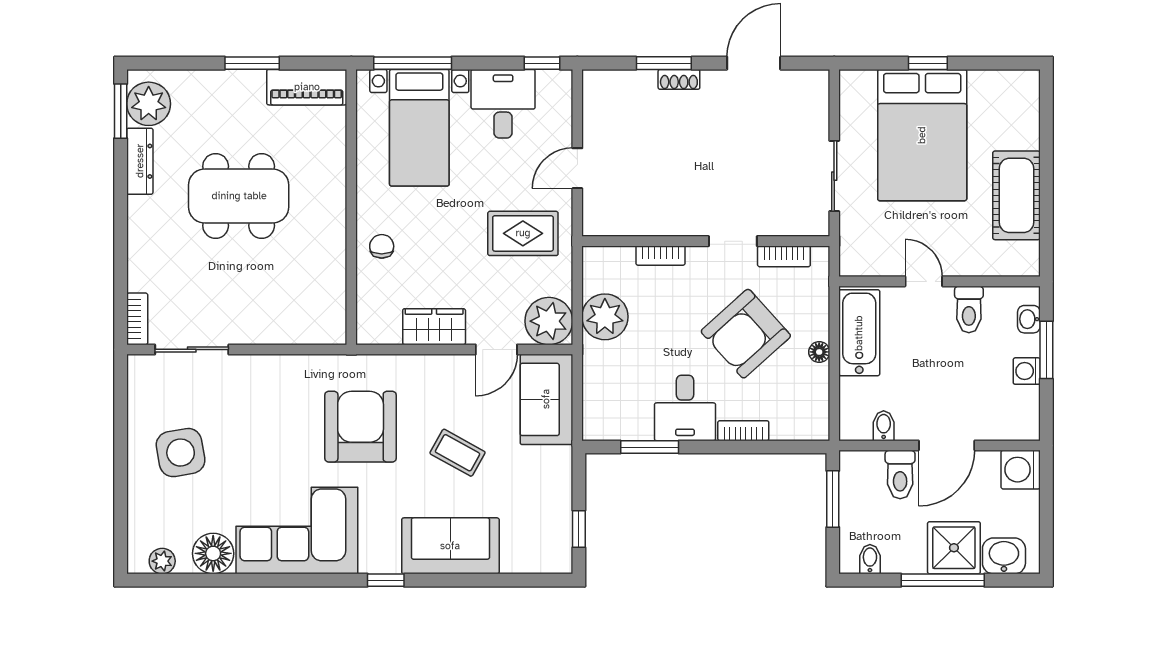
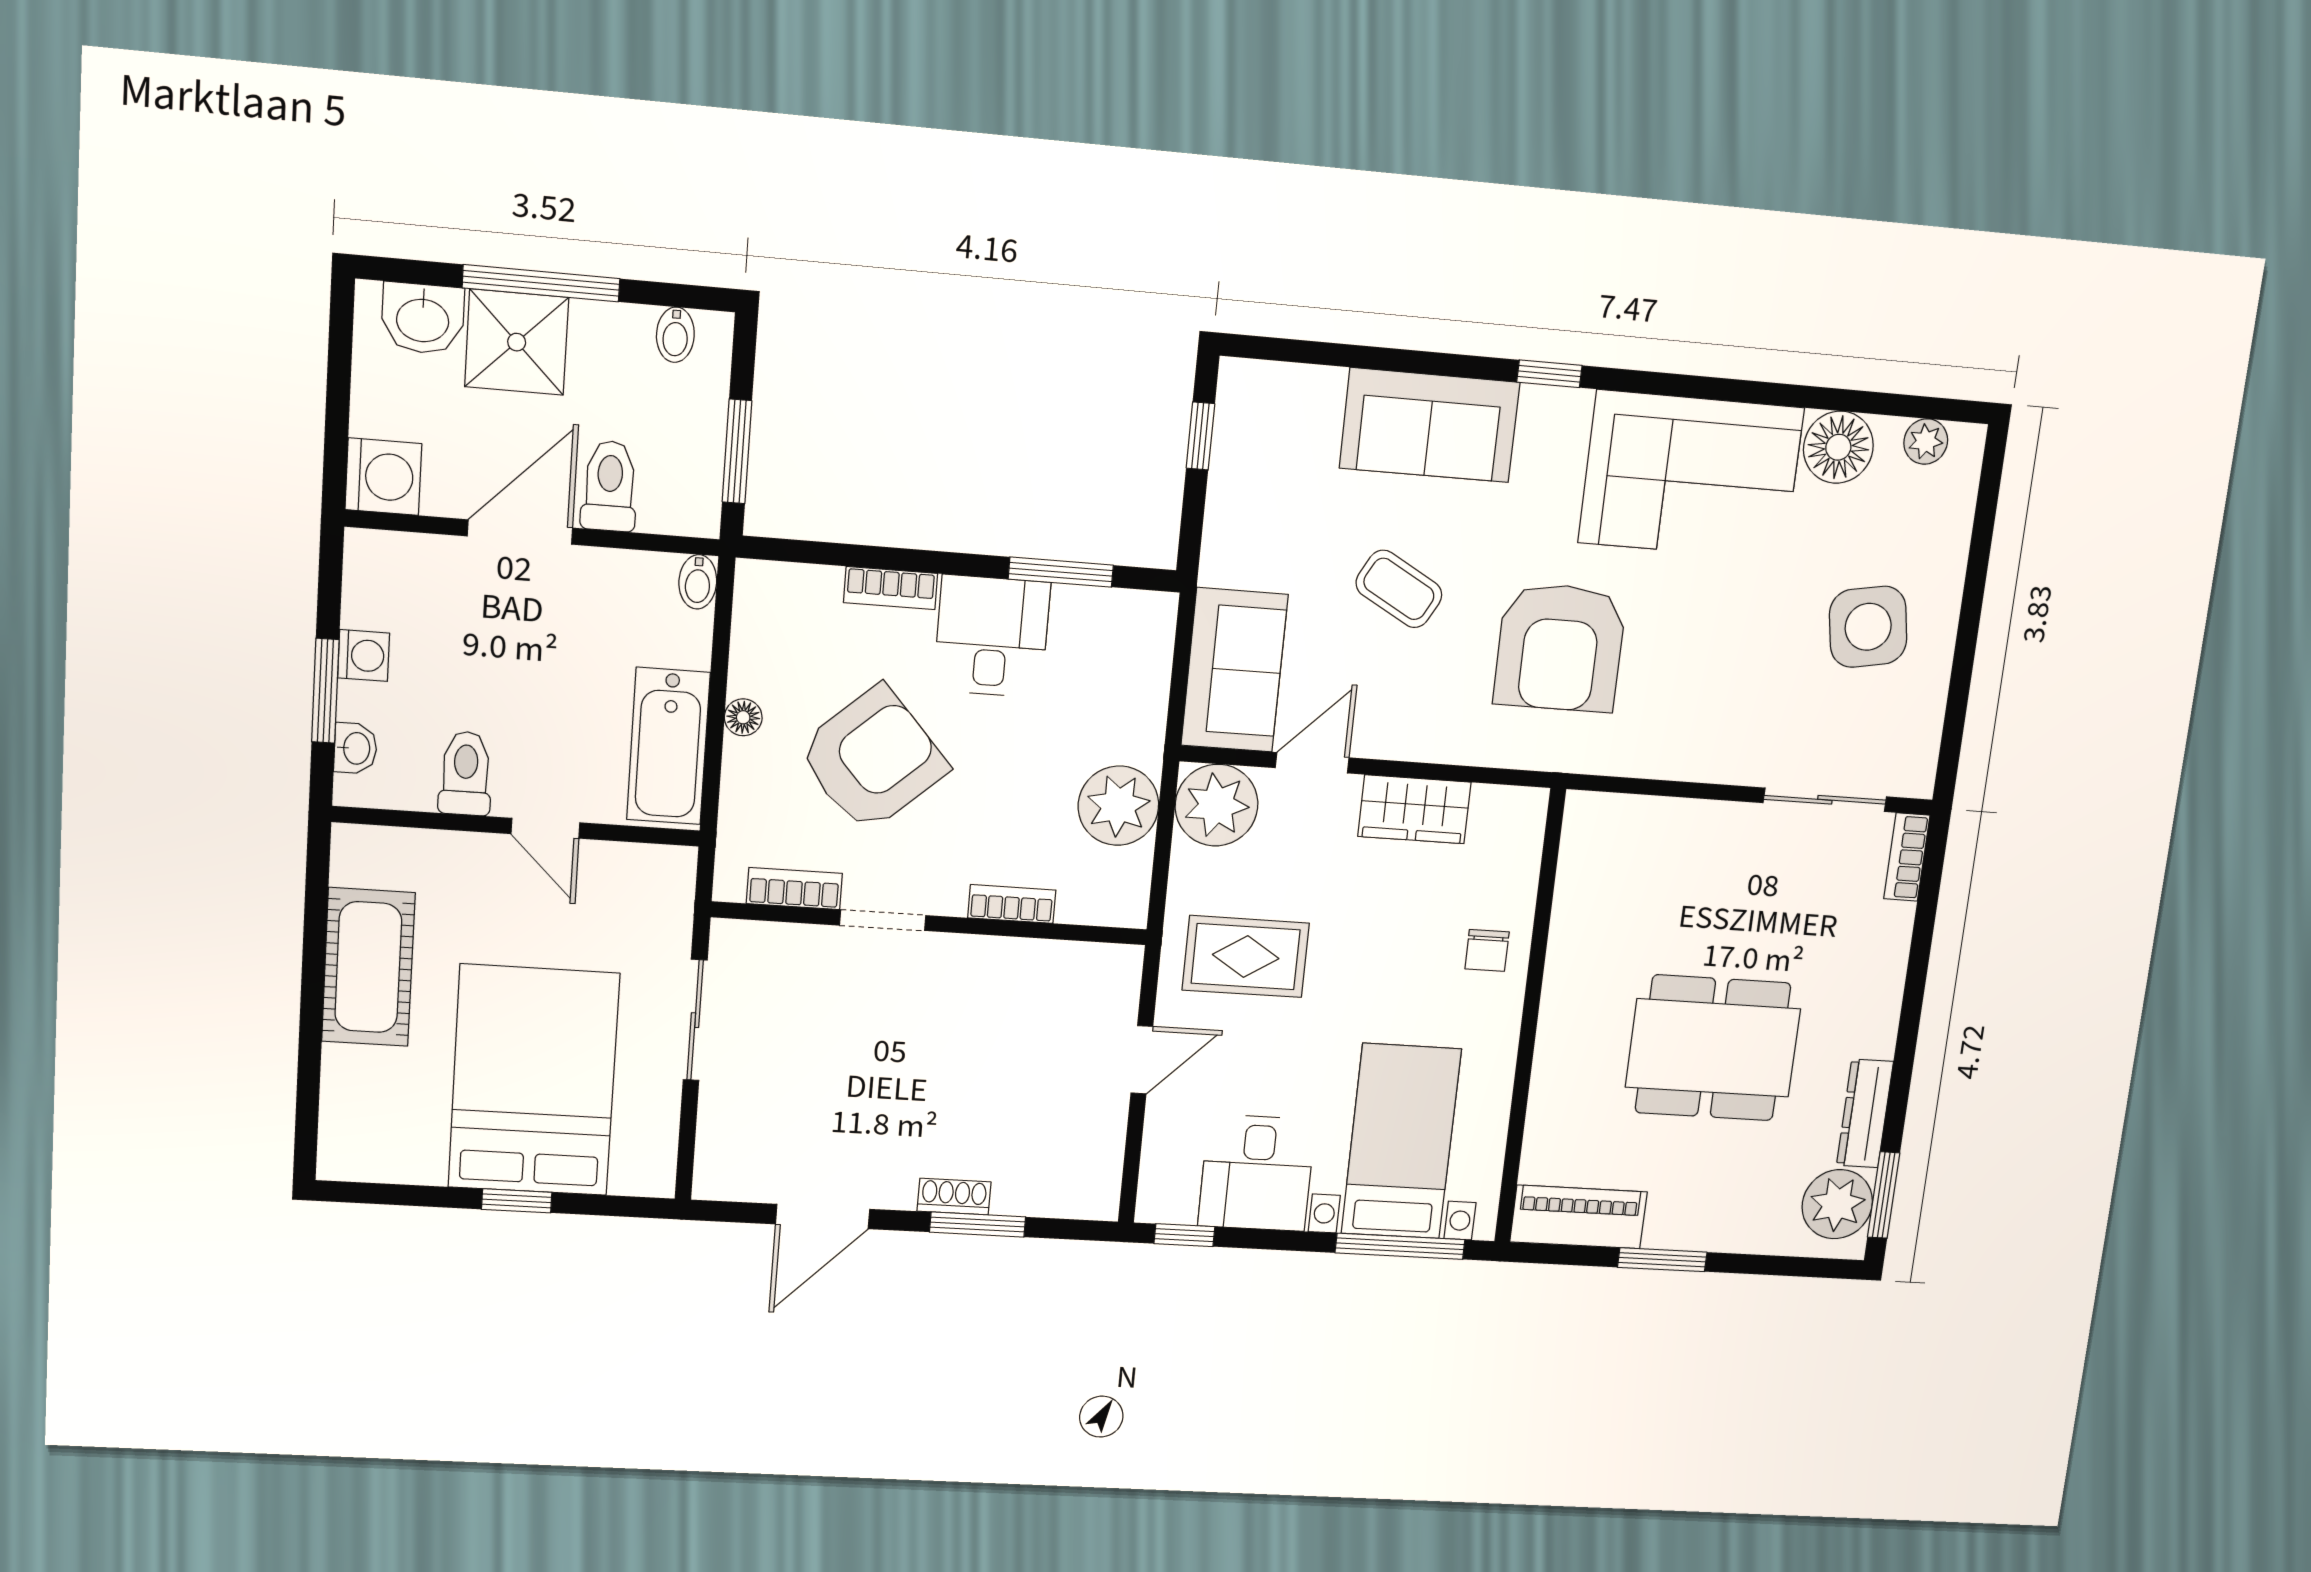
bidet: (884, 426) -> (698, 582), moved

